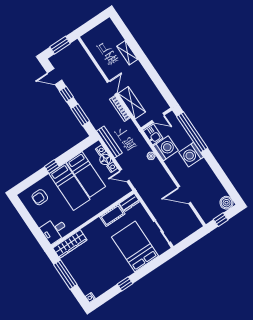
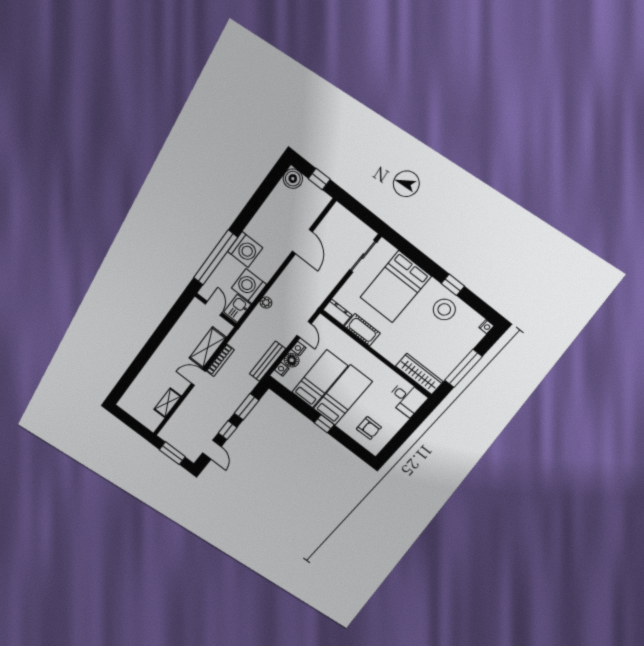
shelving: (127, 53) -> (168, 403), moved
stool: (110, 274) -> (444, 309), added

